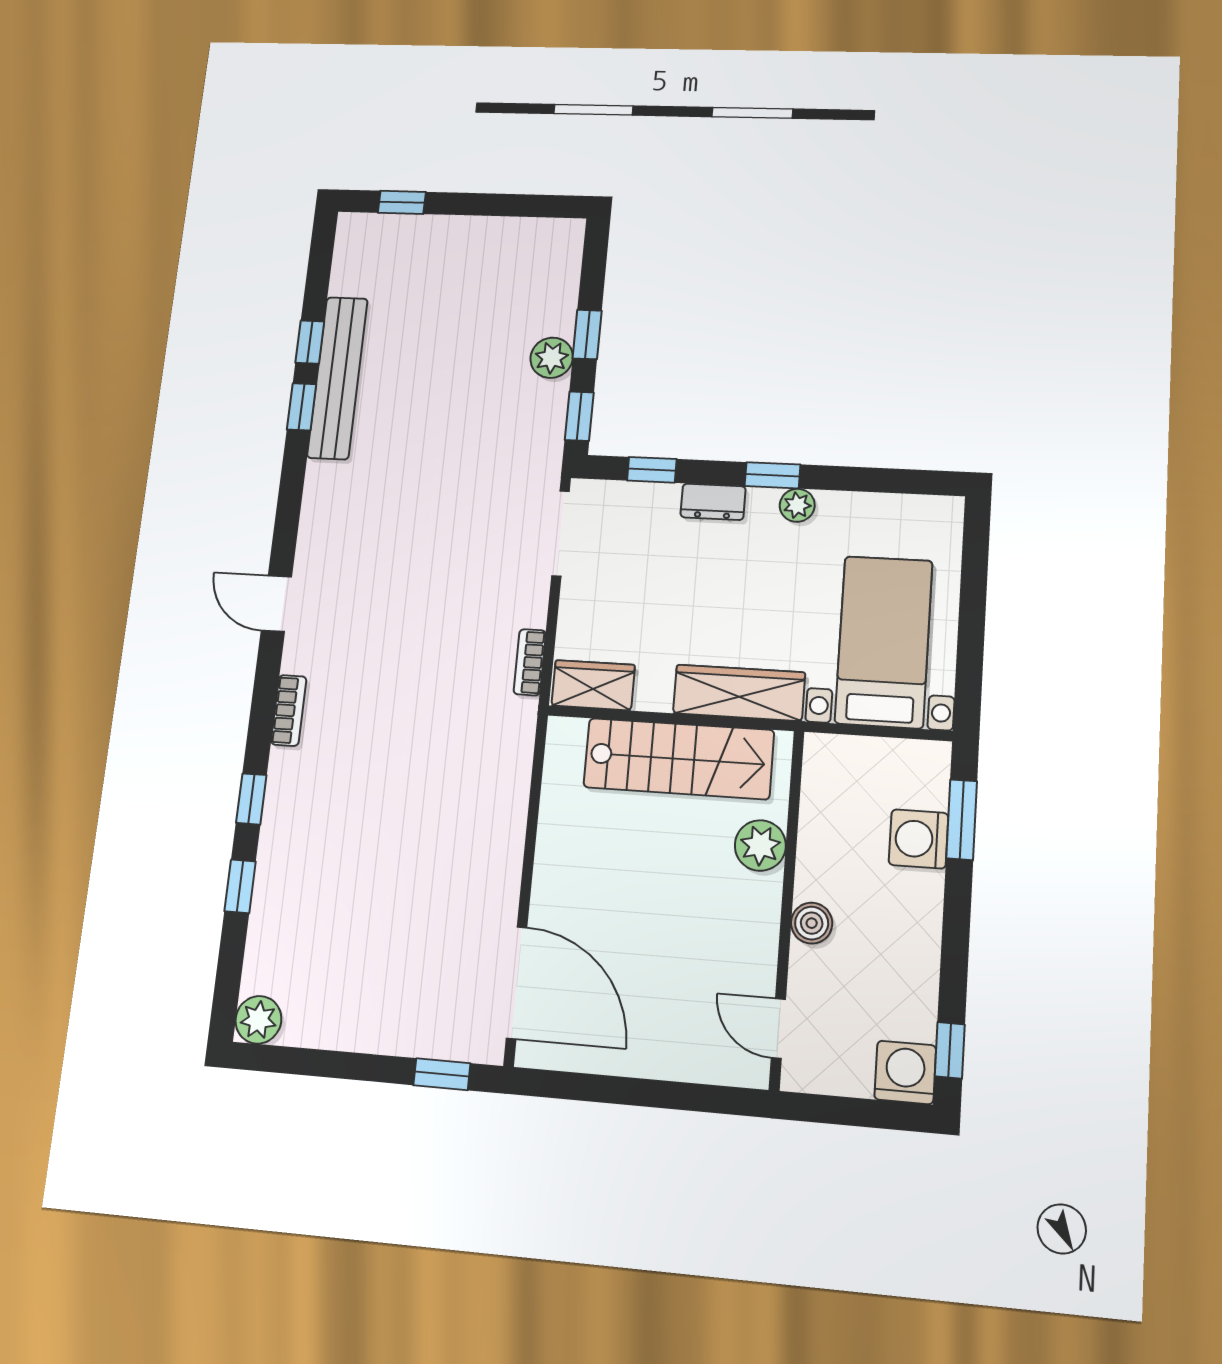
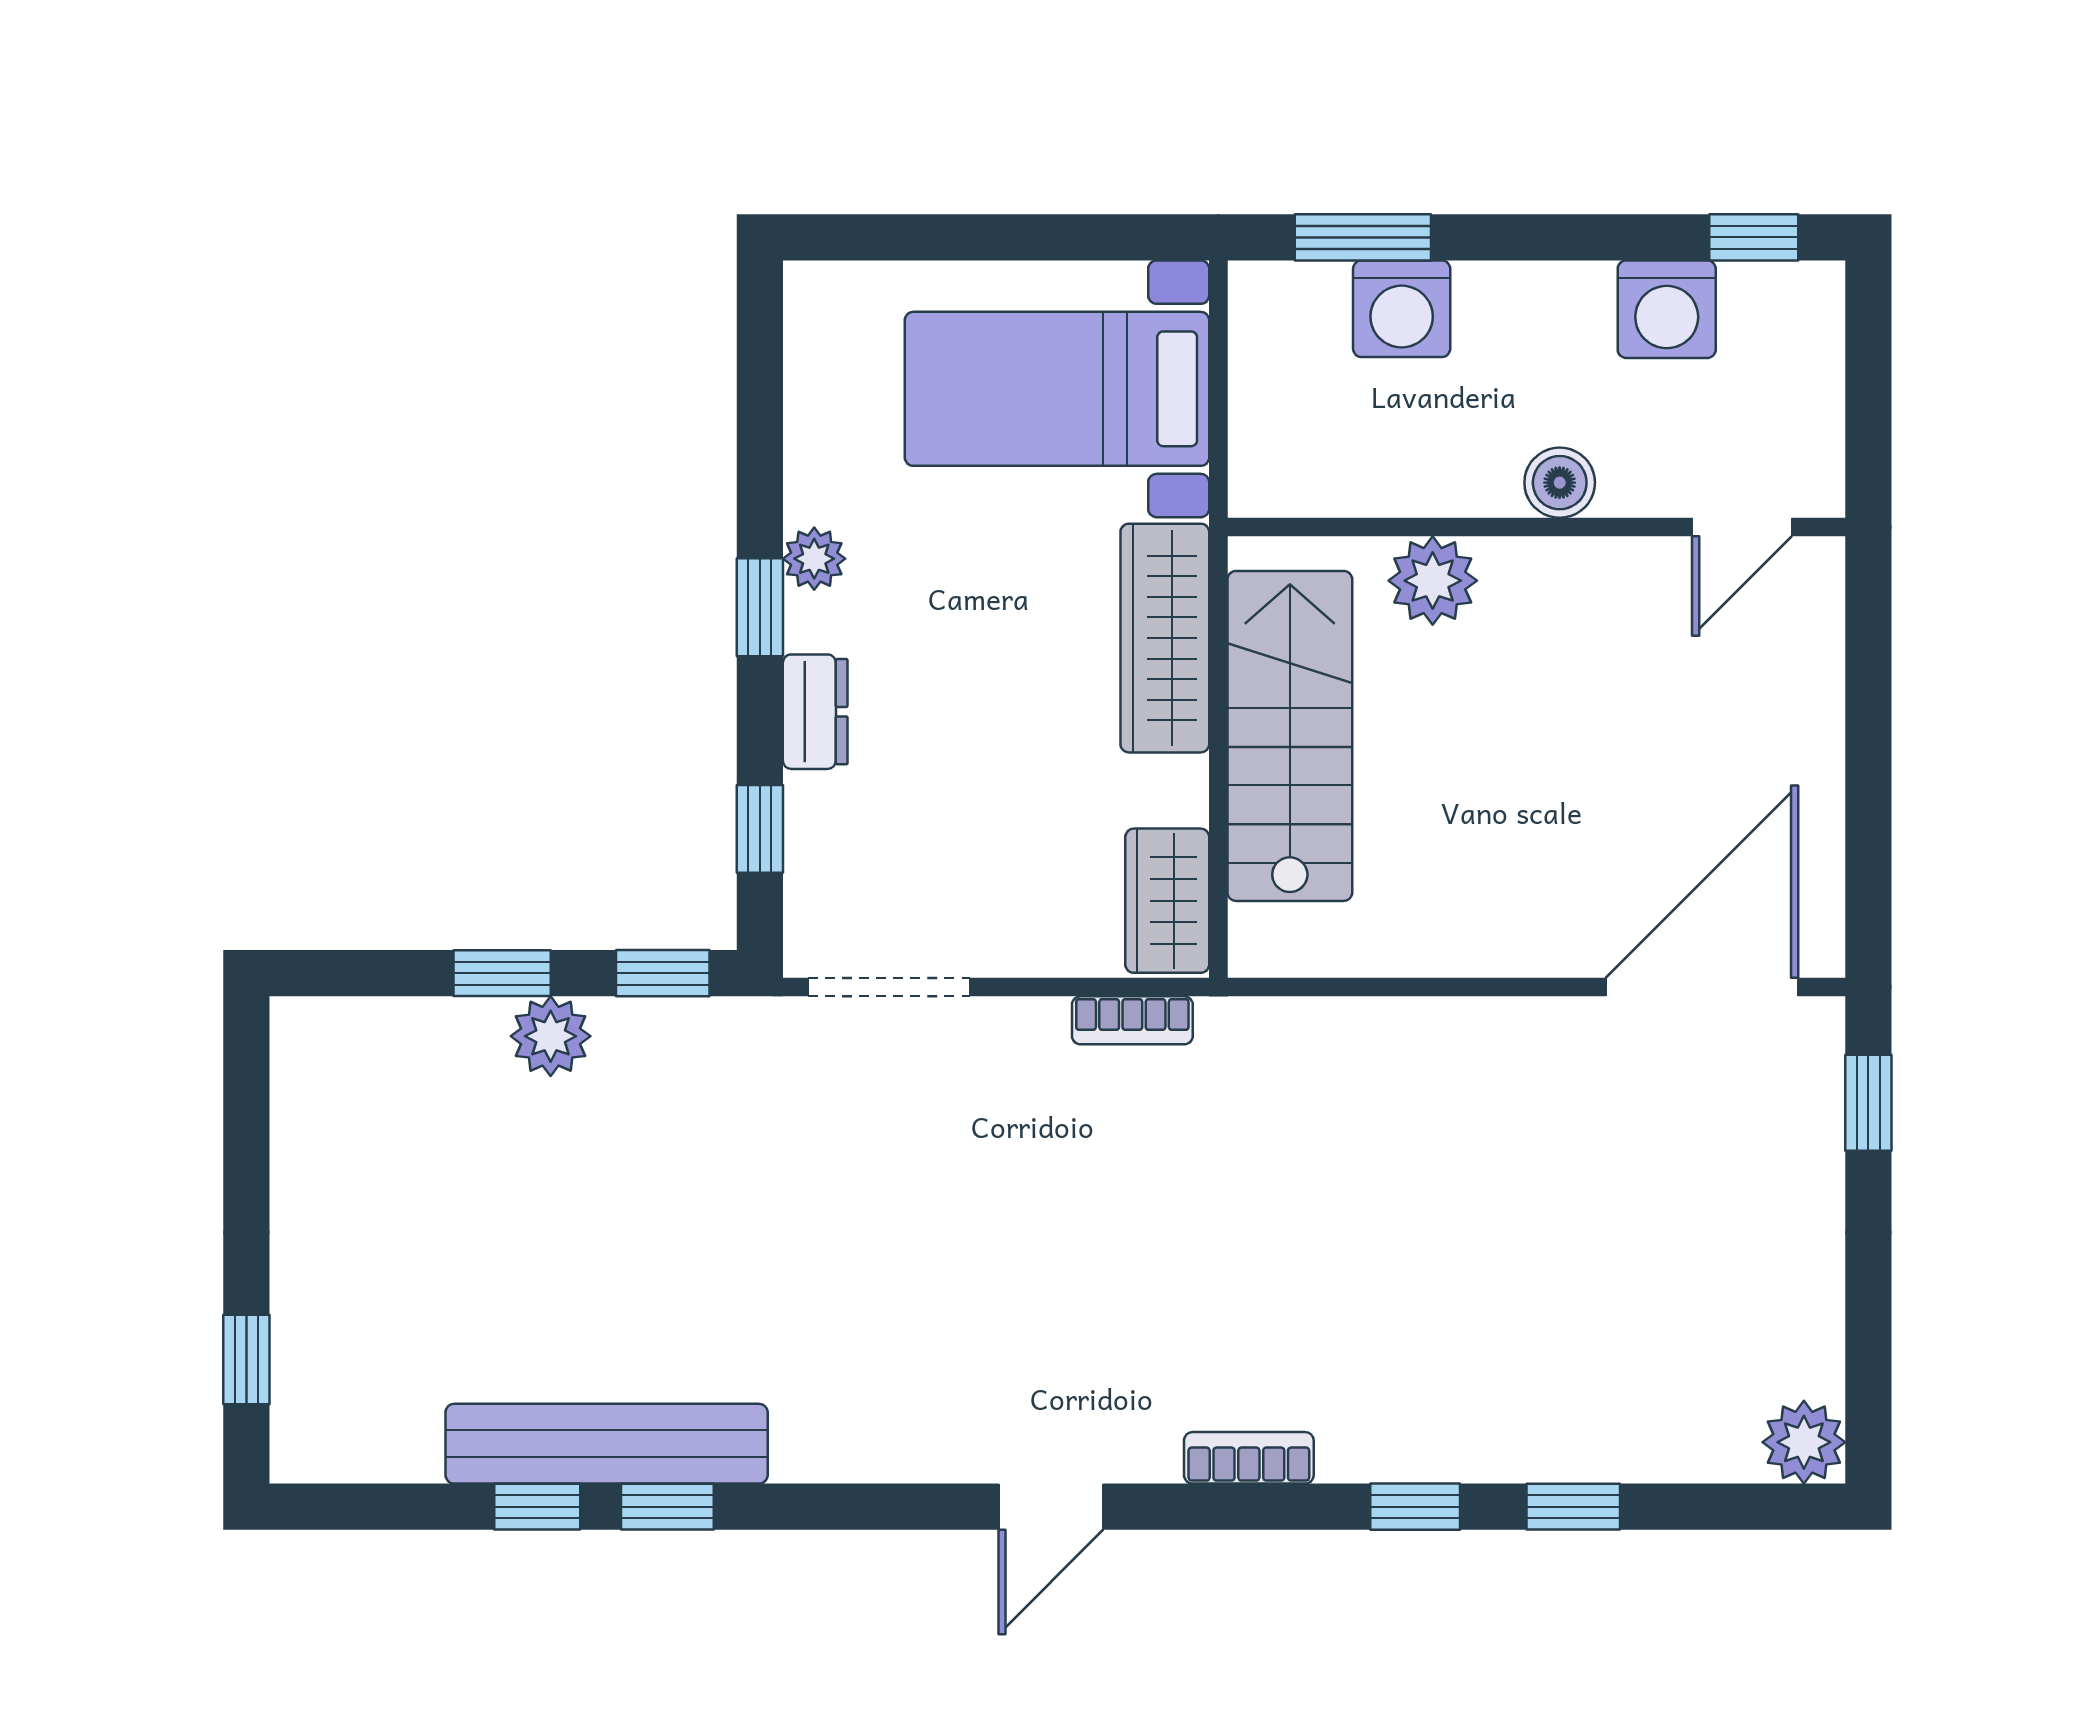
washing machine: (905, 1072) -> (1667, 309), moved, turned -90

